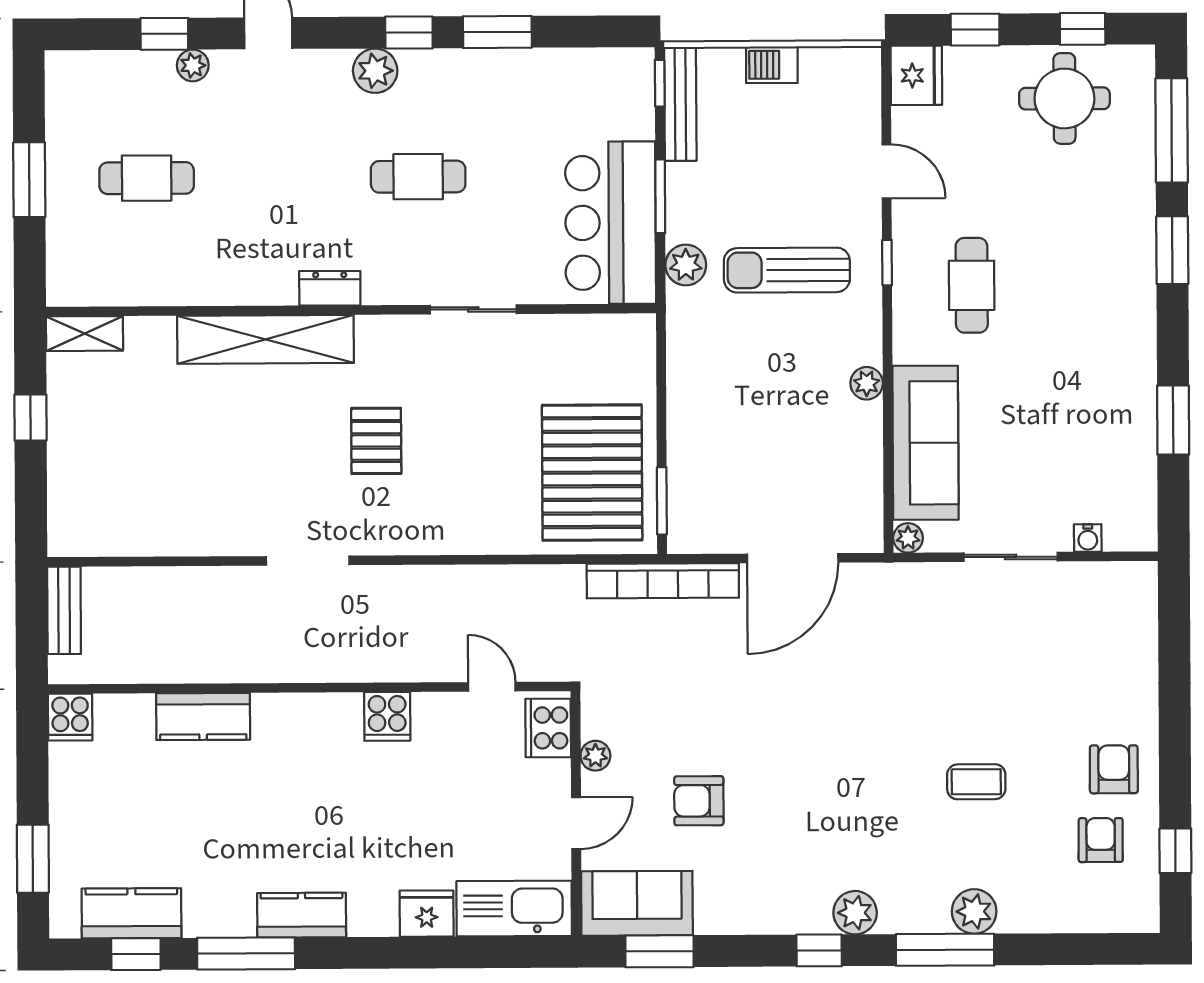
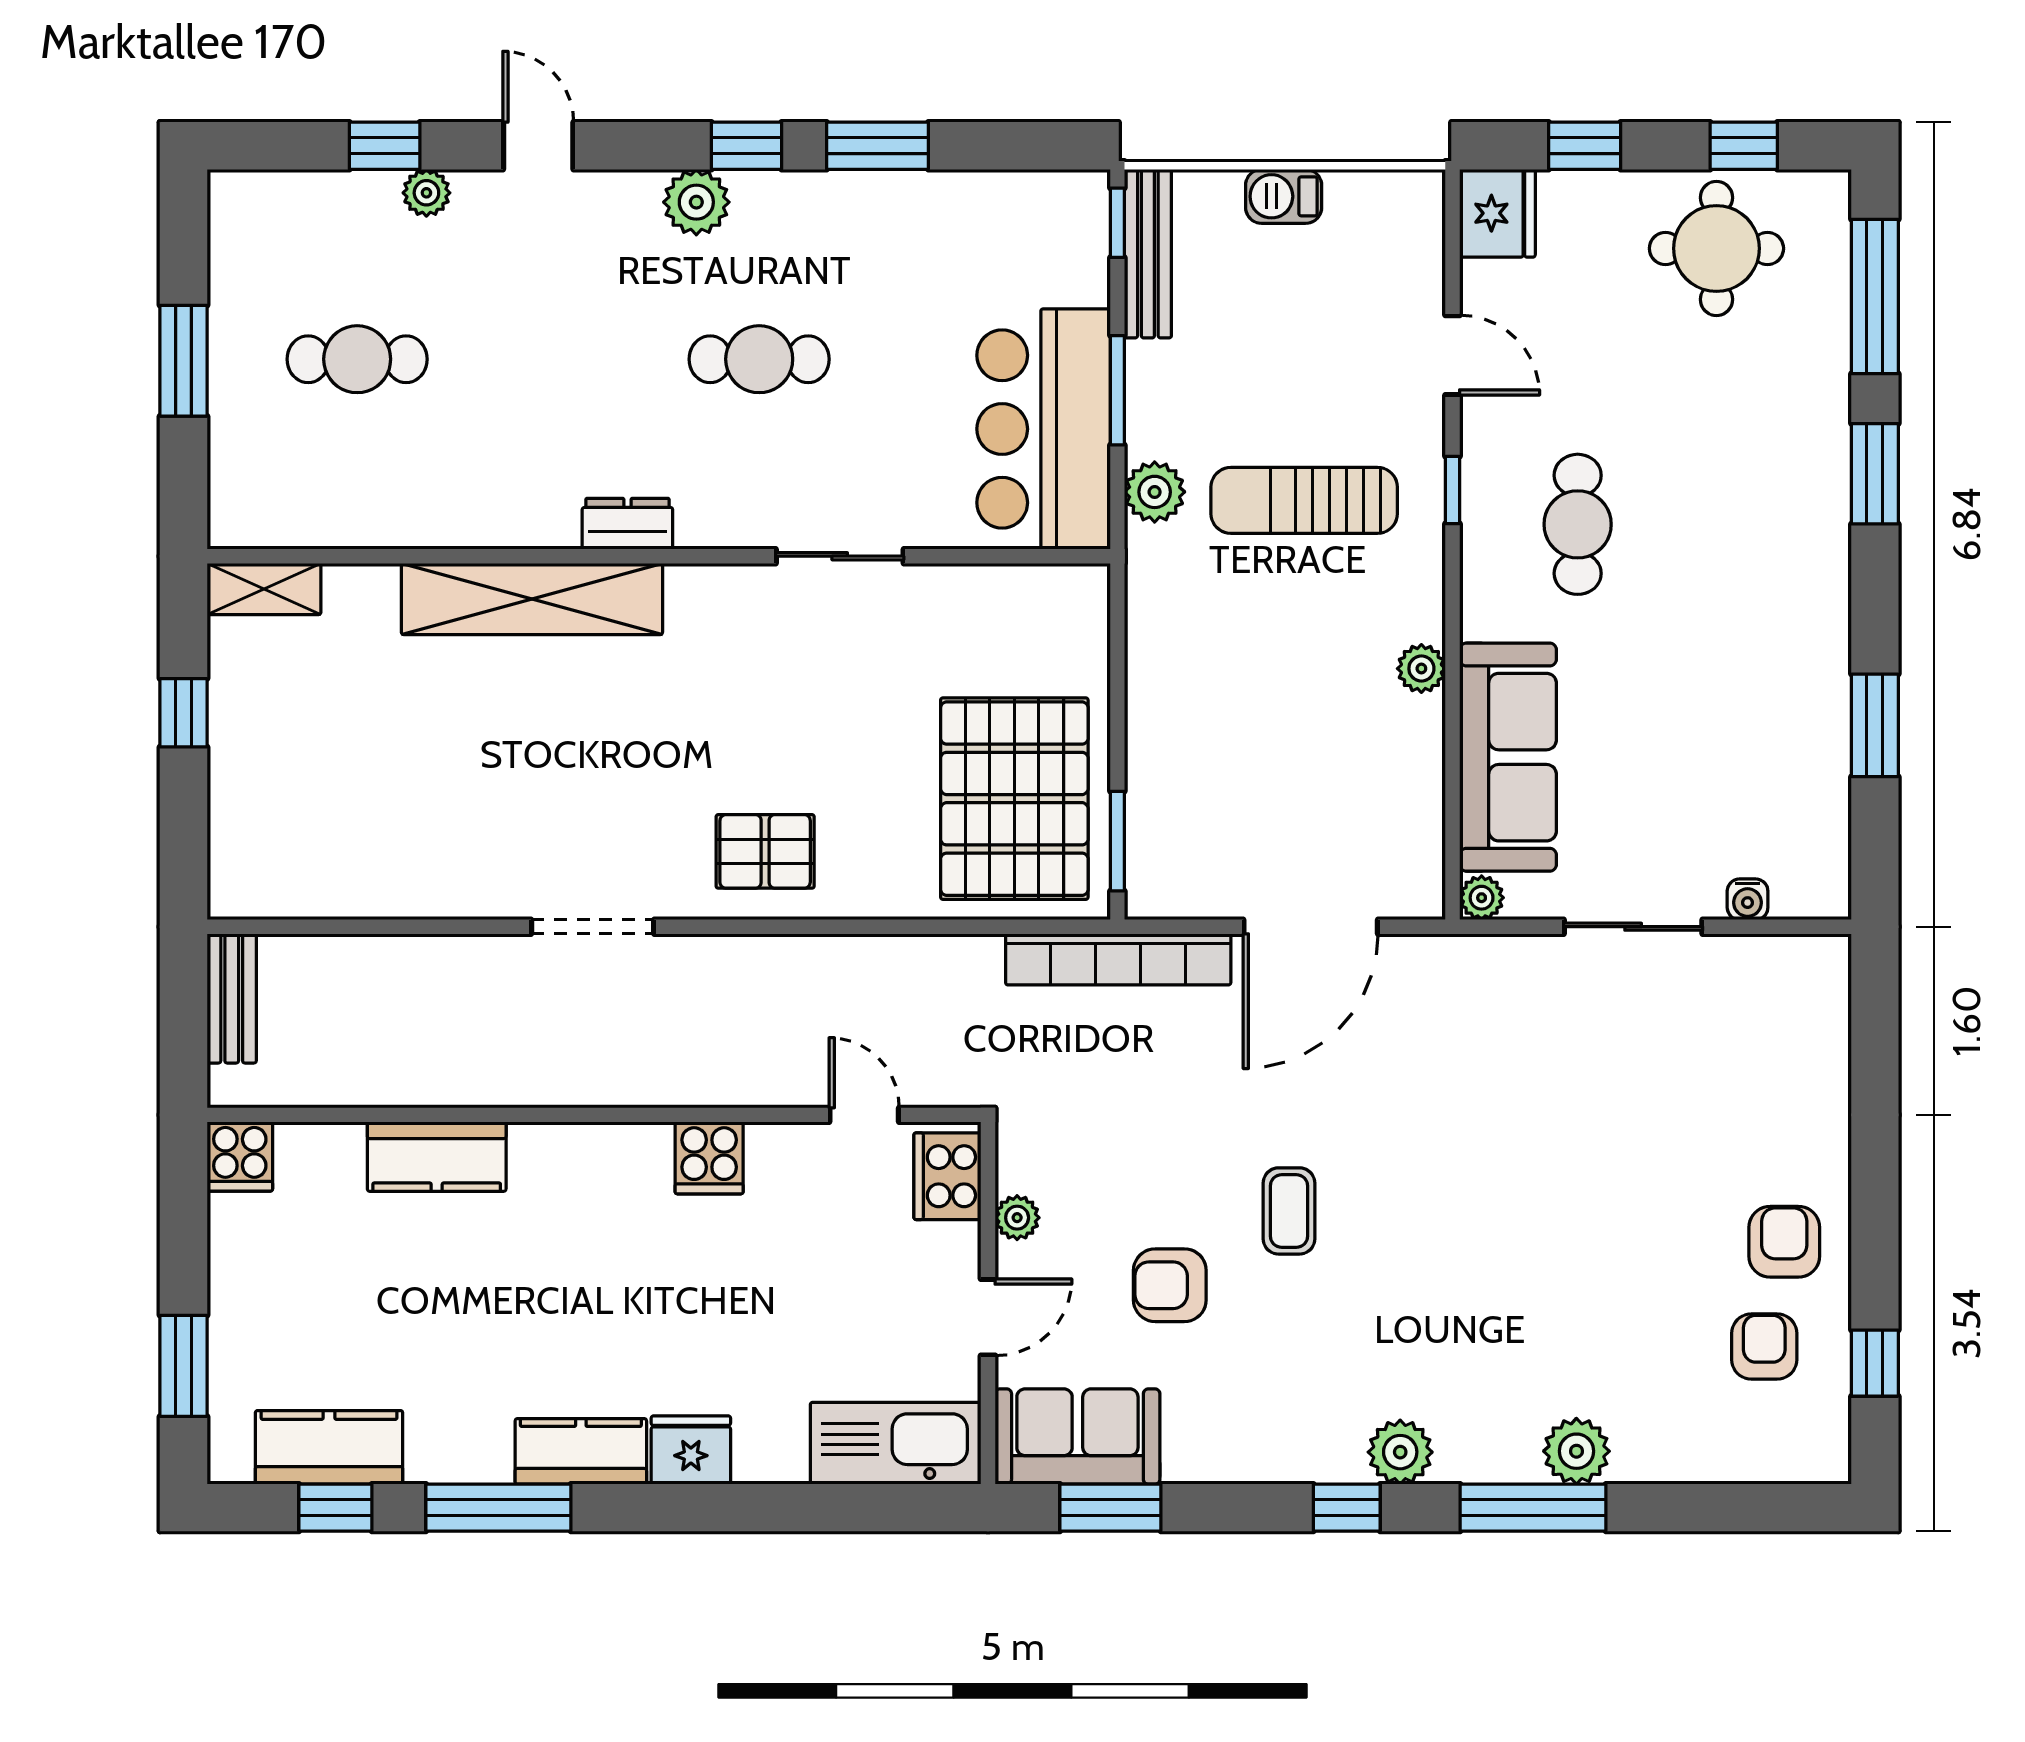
pallet: (376, 441) -> (765, 851), moved, turned 90
coffee table: (976, 782) -> (1289, 1211), moved, turned 90
fridge: (427, 914) -> (691, 1450), moved

